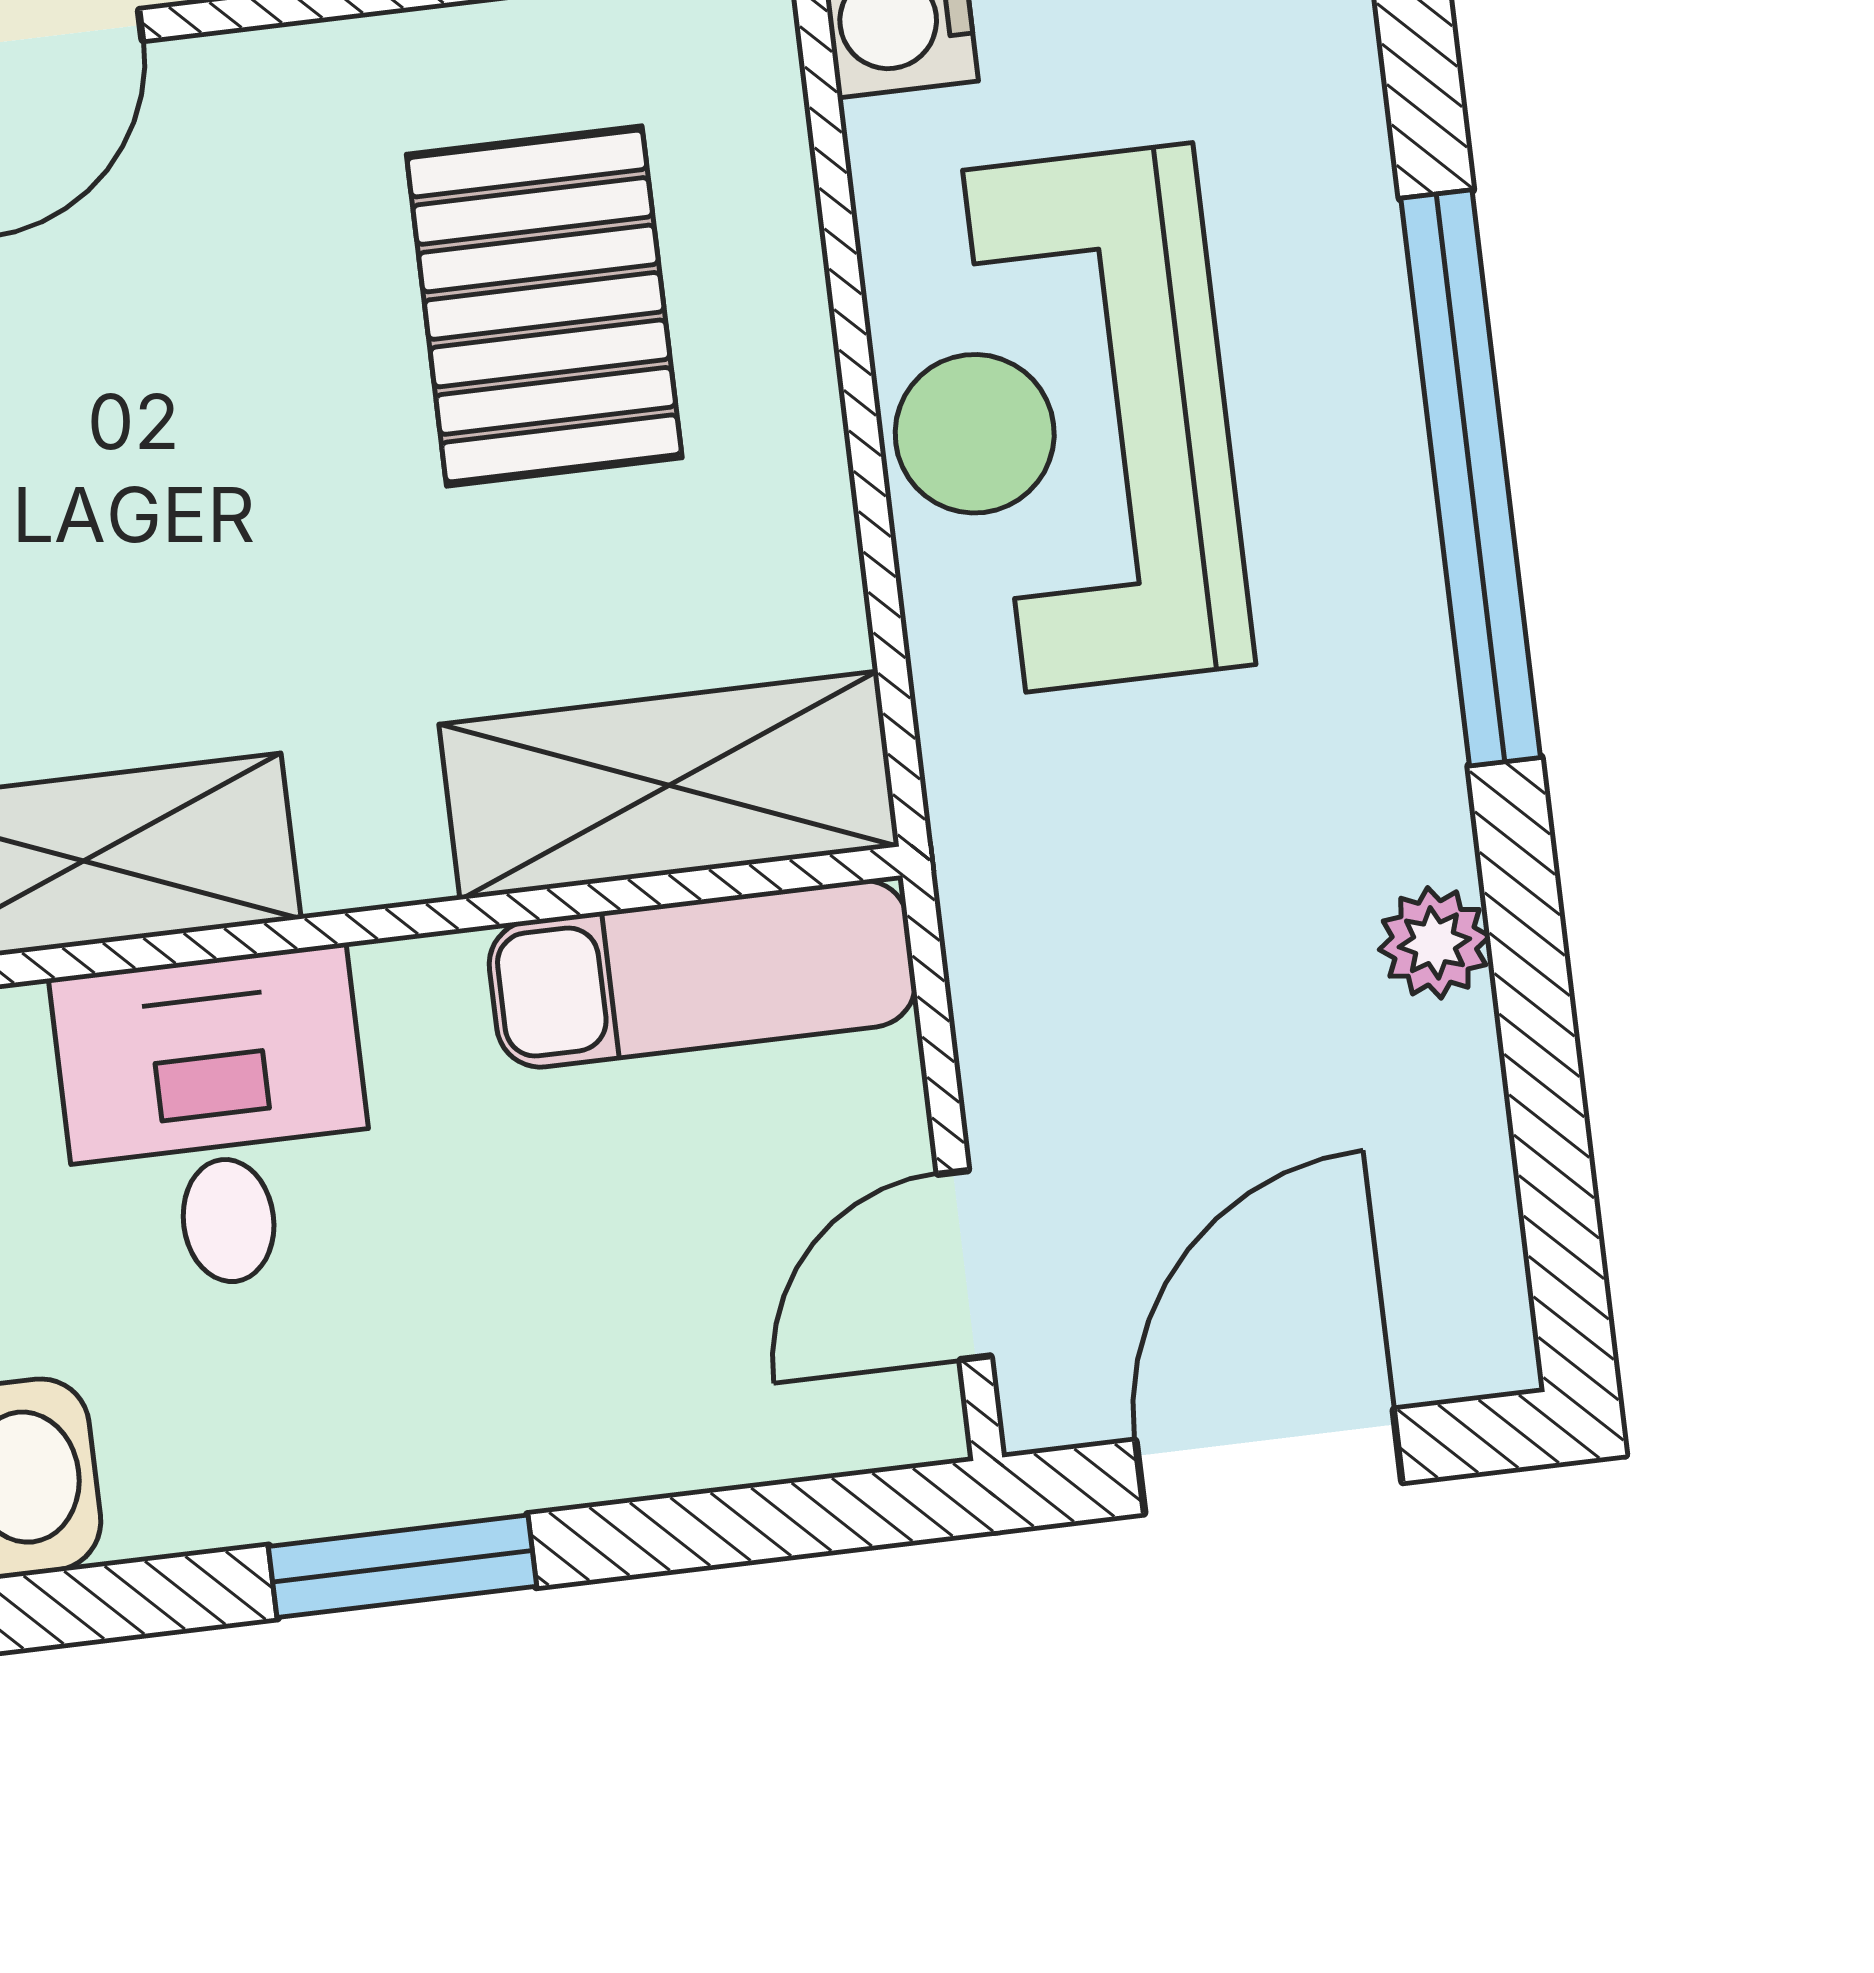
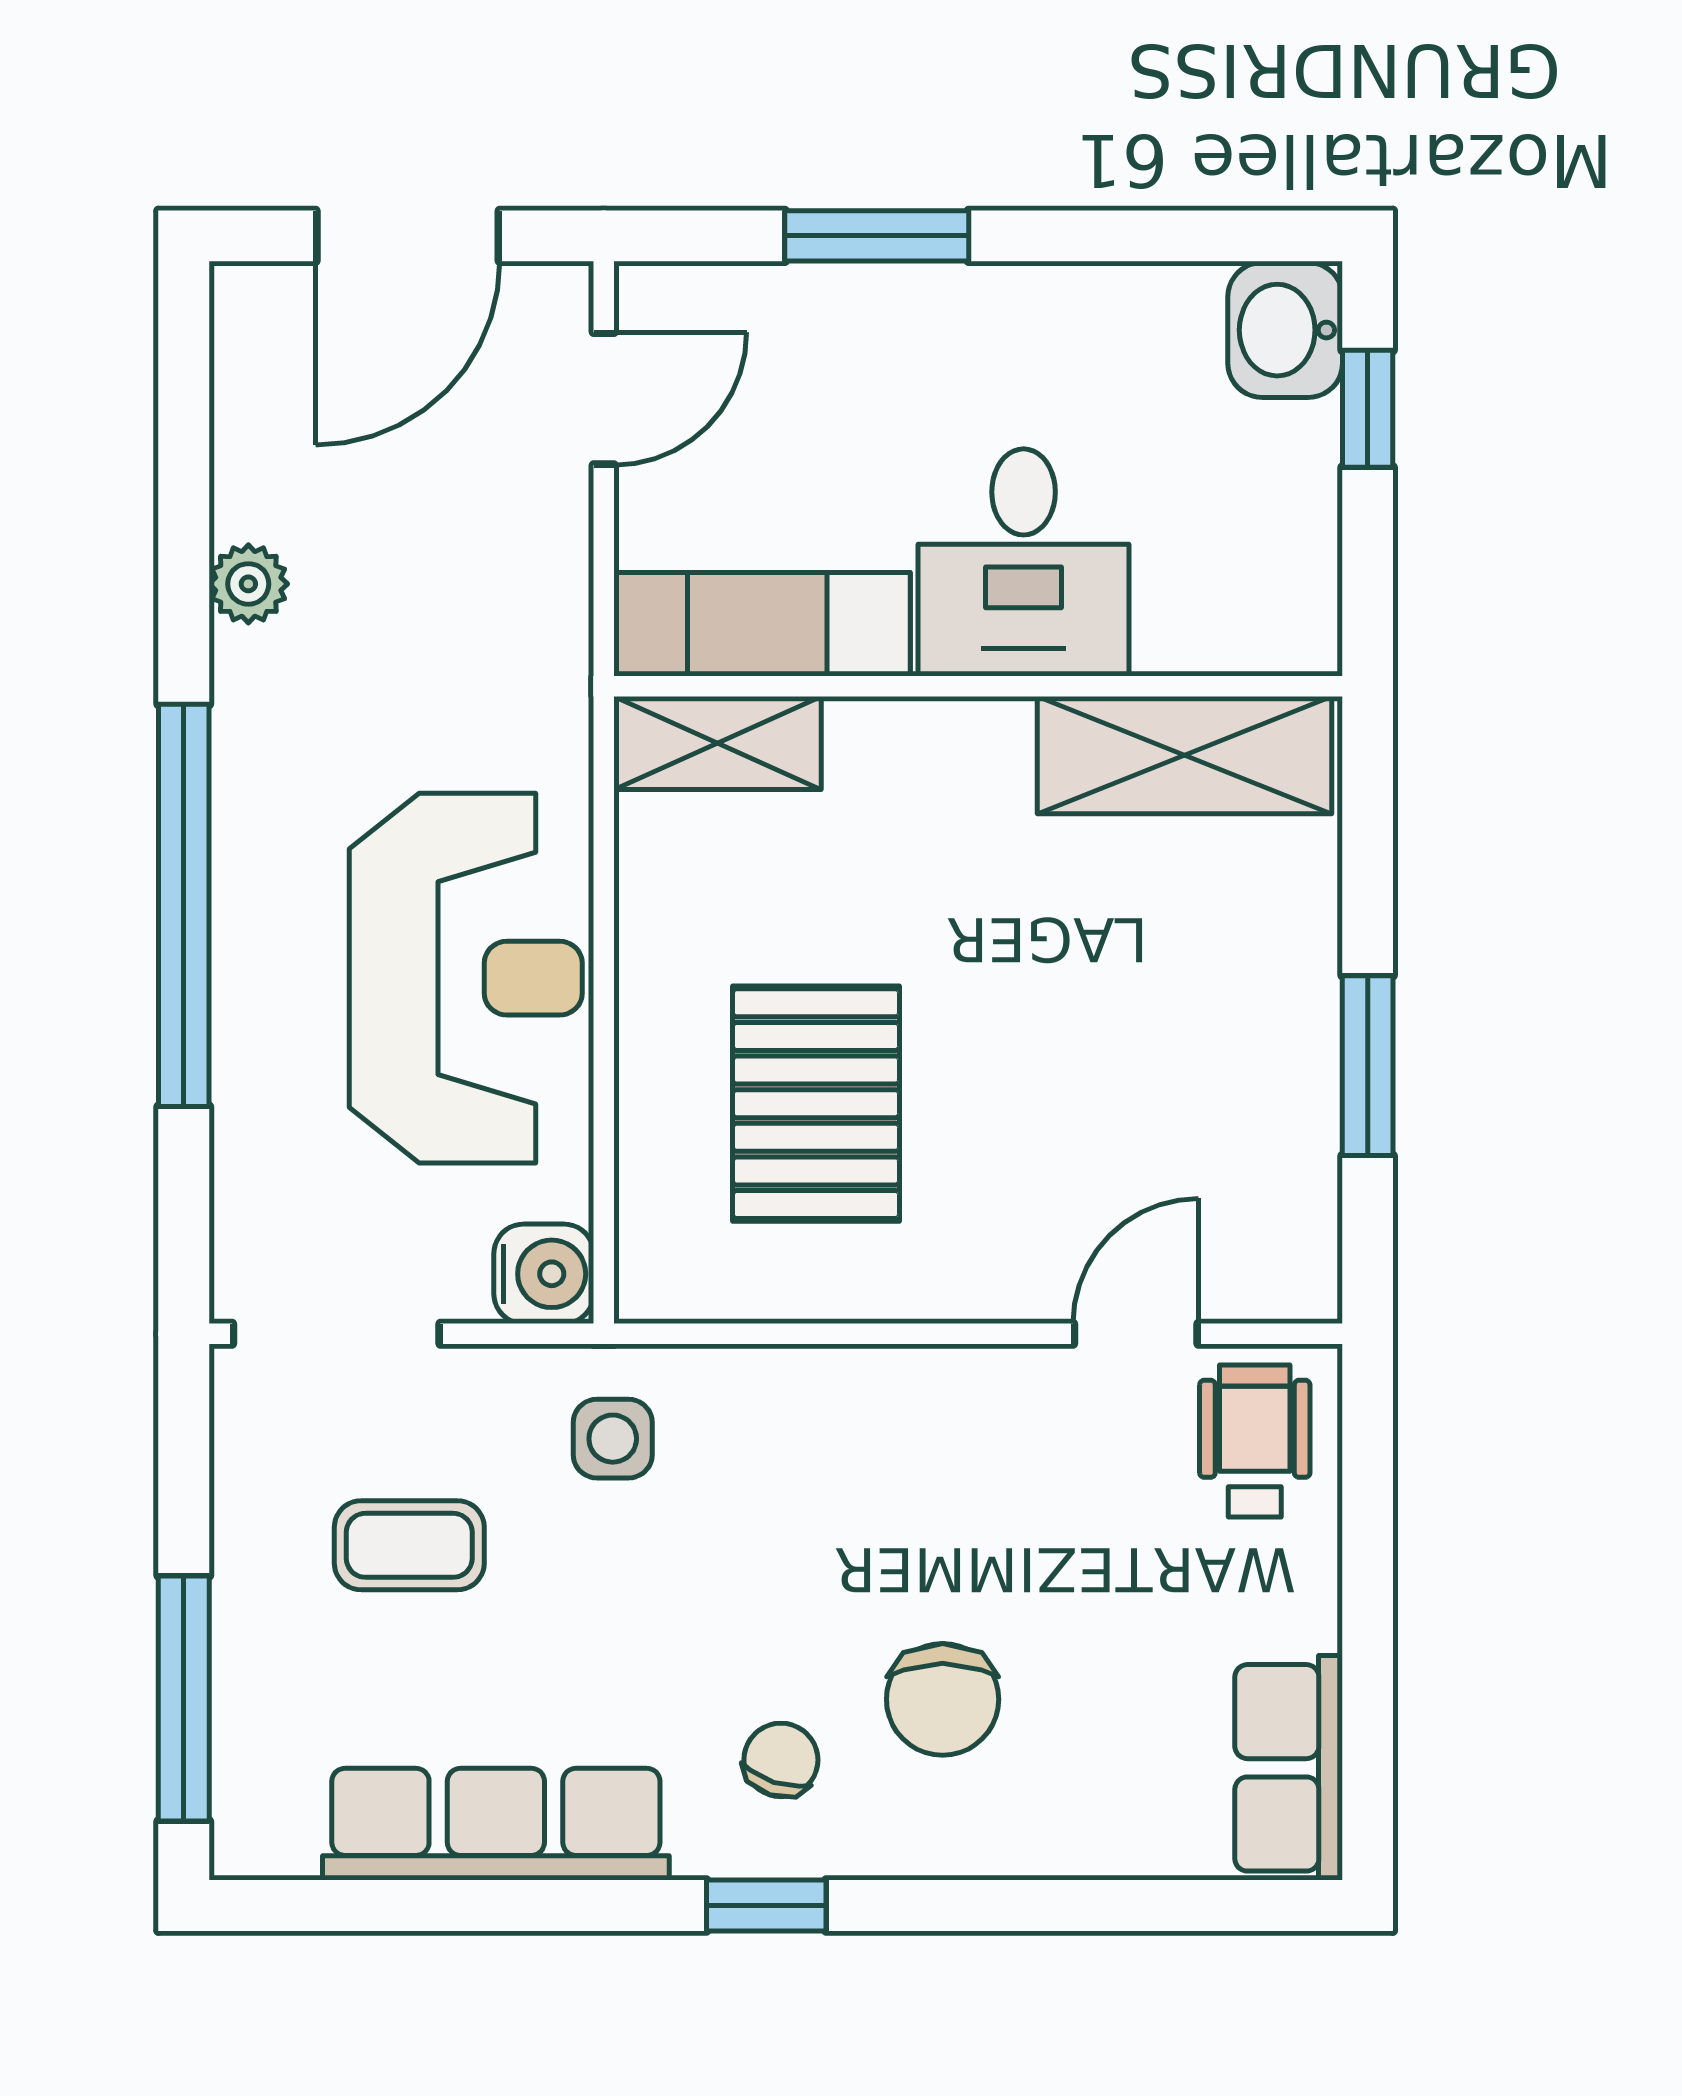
shelving: (669, 785) -> (718, 743), width x0.67, depth x0.75
desk: (216, 1121) -> (1024, 562), moved
window: (403, 1566) -> (877, 236), moved

